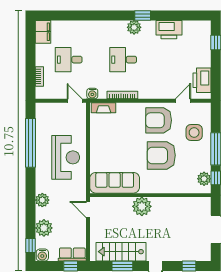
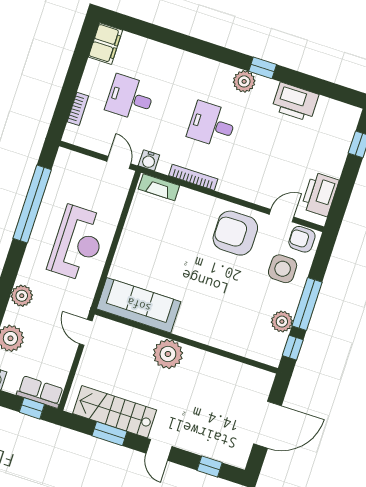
armchair: (161, 155) -> (302, 239), moved, width x0.53, depth x0.53
plant: (204, 179) -> (282, 322), moved

